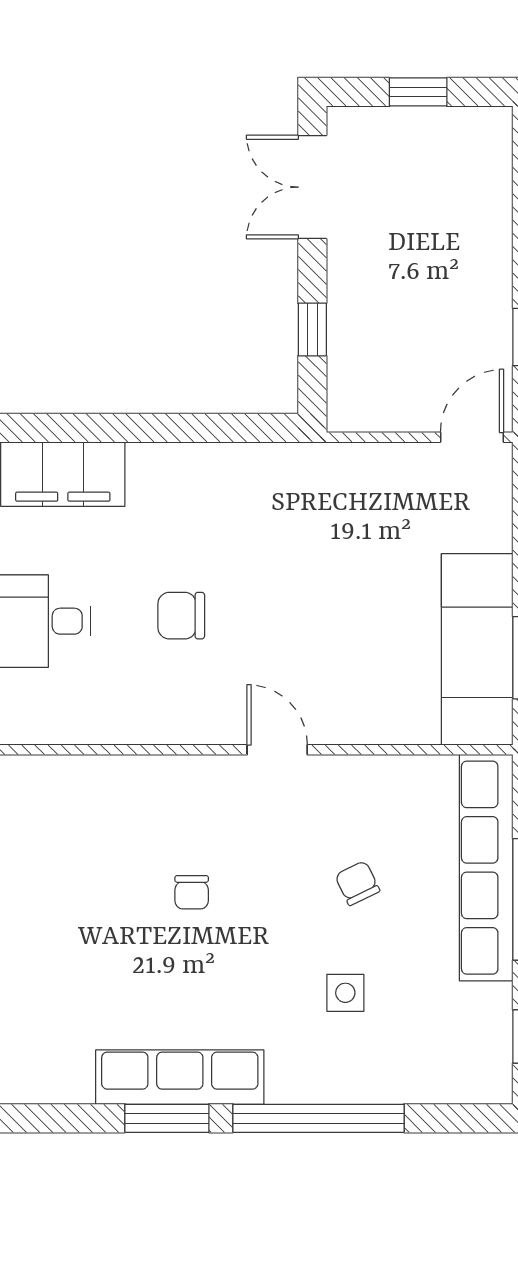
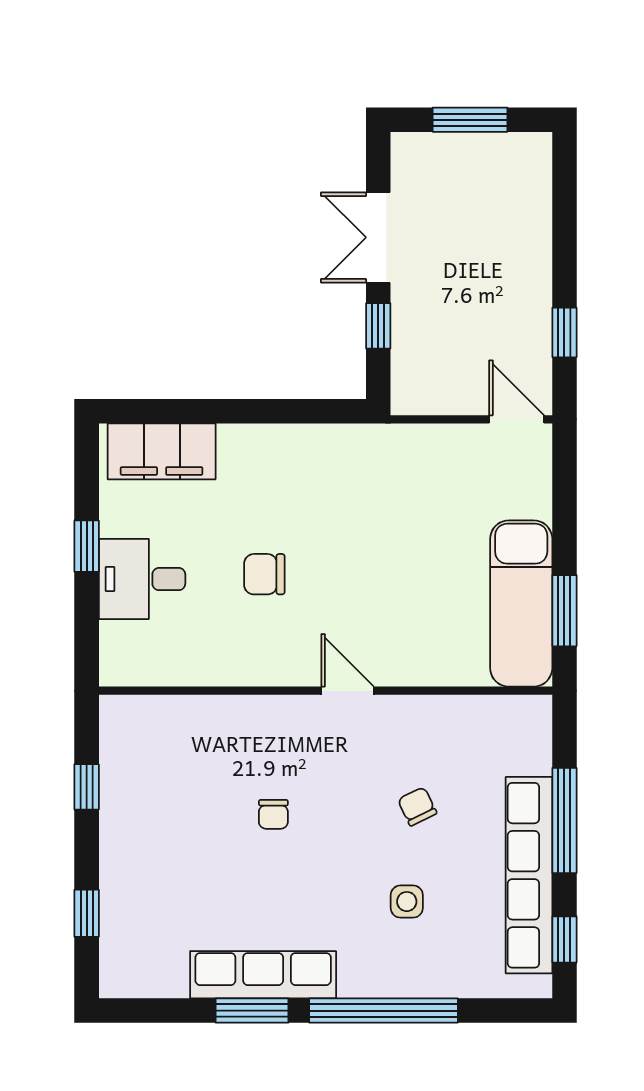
window: (418, 92) -> (470, 120), width x1.50
double door: (312, 187) -> (378, 237), moved
door: (472, 437) -> (517, 419), hinge flipped
row of seats: (486, 868) -> (529, 875), moved

